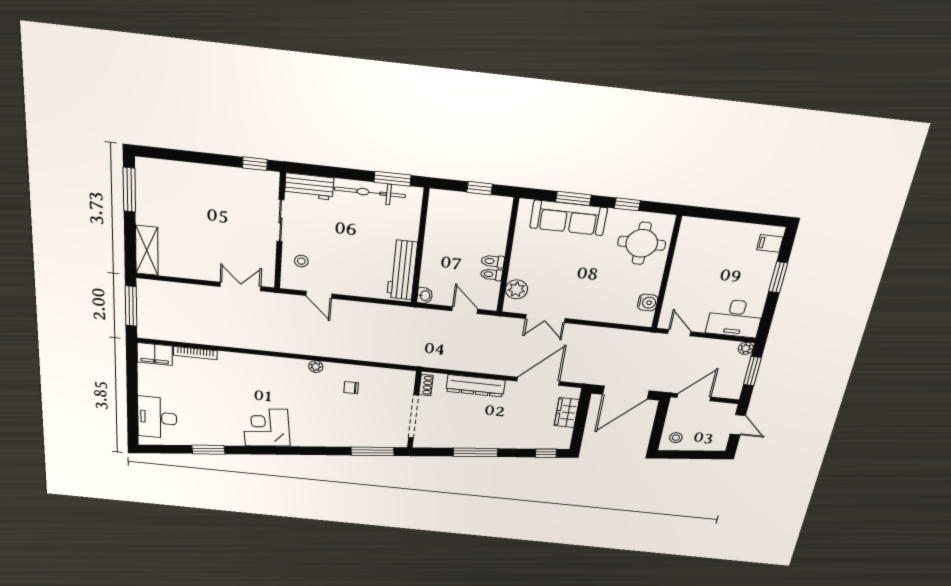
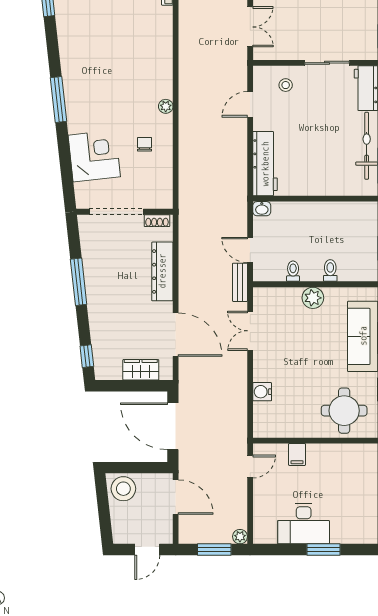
filing cabinet: (770, 243) -> (297, 454), moved, turned 180
toilet: (493, 261) -> (330, 271), moved
workbench: (402, 270) -> (265, 164), moved, turned 90
plant: (517, 289) -> (313, 298), moved
water cooler: (648, 303) -> (262, 392), moved, turned 90
door: (465, 310) -> (250, 250), swing flipped
desk: (735, 318) -> (304, 524), moved, turned -90
bench: (496, 322) -> (240, 282), added
corner desk: (266, 428) -> (94, 156), moved
stool: (676, 438) -> (123, 489), width x1.89, depth x1.89
window: (372, 451) -> (58, 100), moved

